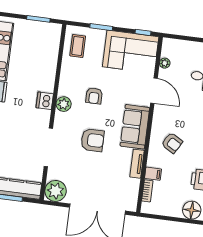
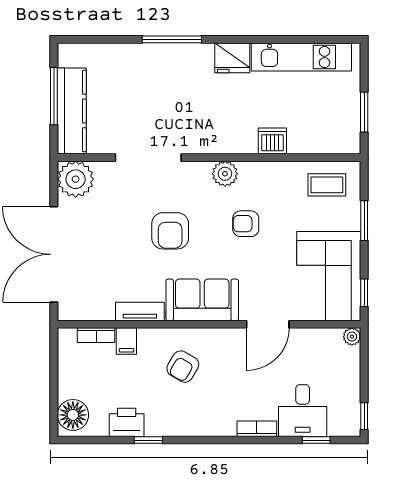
plant: (165, 63) -> (352, 337), moved
dishwasher: (45, 101) -> (272, 141), moved

